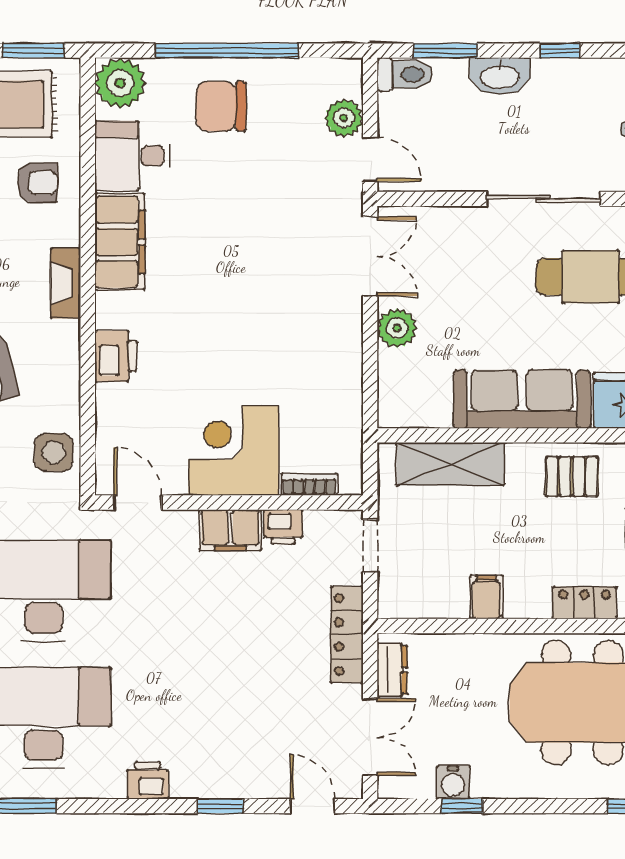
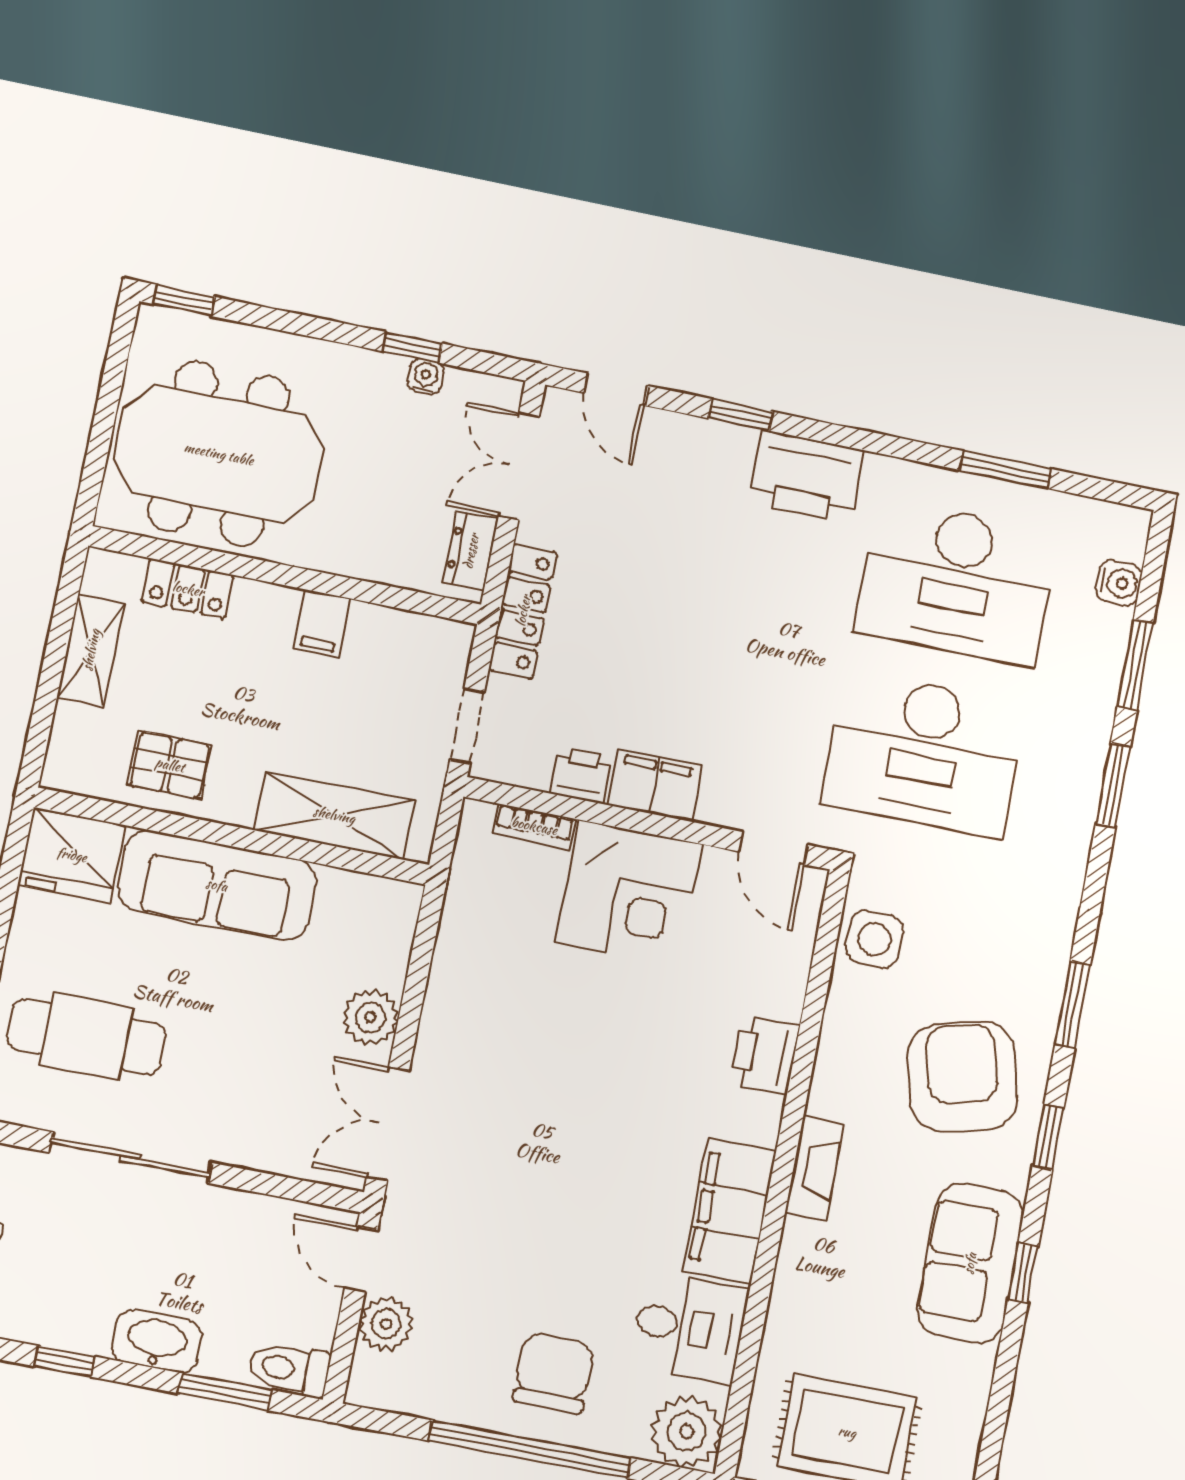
chair: (221, 106) -> (554, 1373), turned -90
armchair: (37, 183) -> (827, 1315), removed
printer: (148, 780) -> (806, 477), width x1.87, depth x1.48
water cooler: (453, 782) -> (425, 377), width x0.72, depth x0.72

